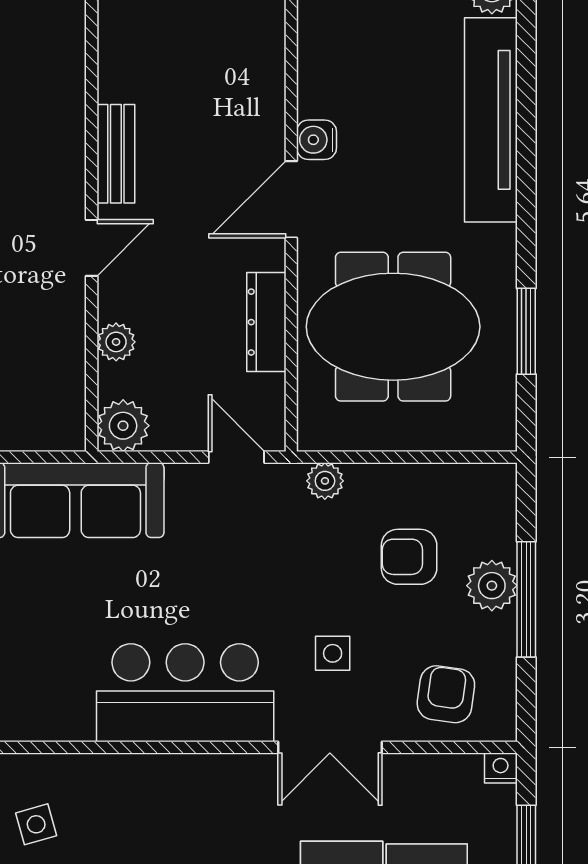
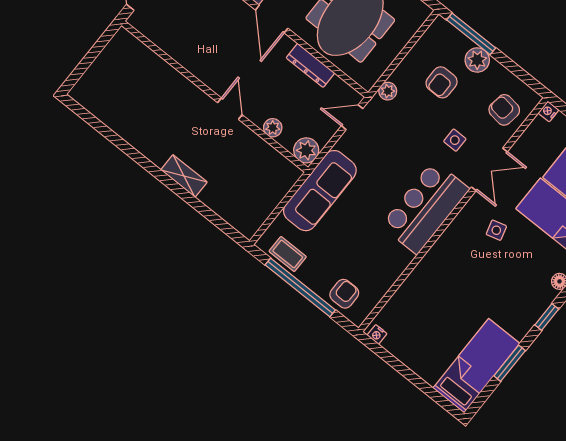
bench: (116, 154) -> (202, 71), removed
window: (526, 599) -> (471, 34), moved
side table: (36, 824) -> (496, 230), moved

